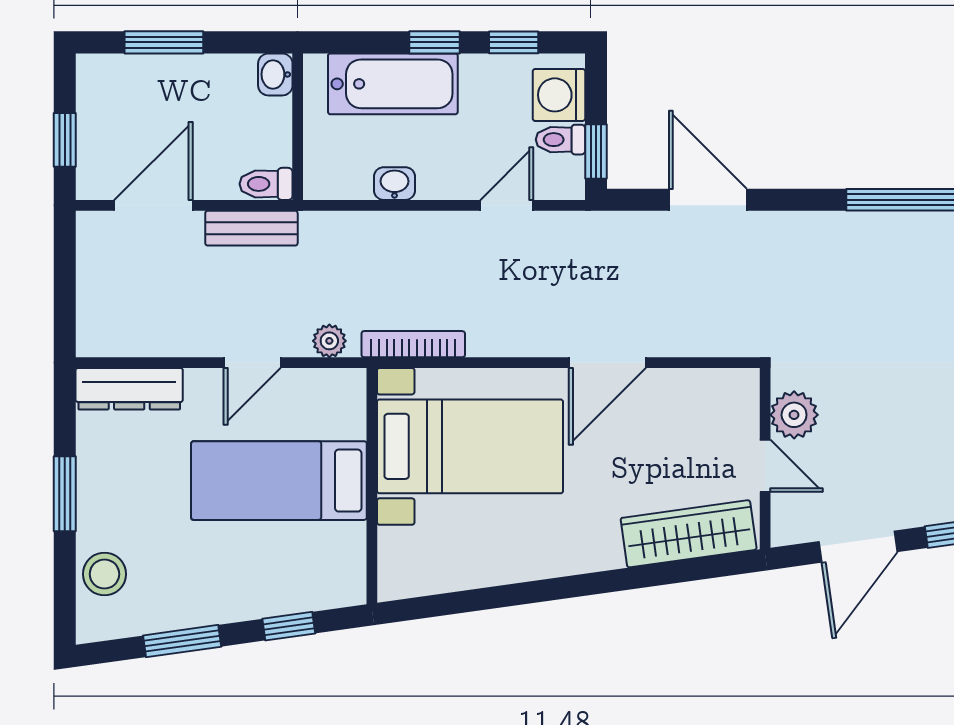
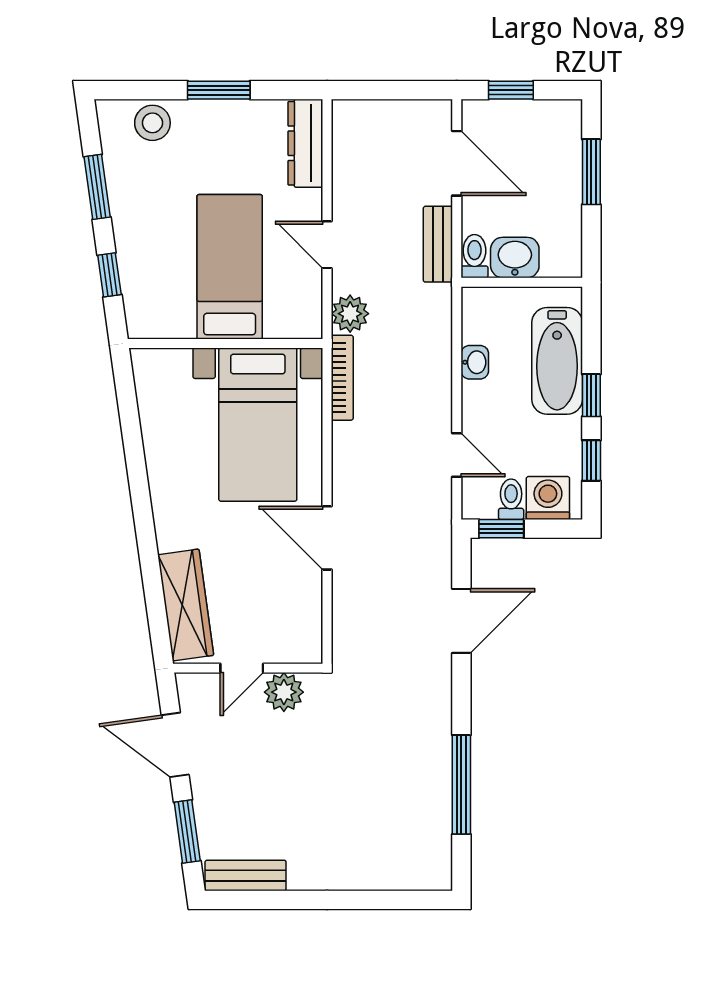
washbasin: (275, 74) -> (515, 258), moved, width x1.38, depth x1.45
plant: (329, 341) -> (350, 314), width x1.38, depth x1.38

